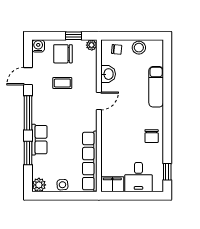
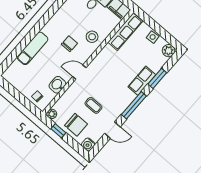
stool: (139, 48) -> (92, 37), moved
chair: (152, 136) -> (69, 44), moved
row of seats: (90, 161) -> (125, 32), width x0.73

